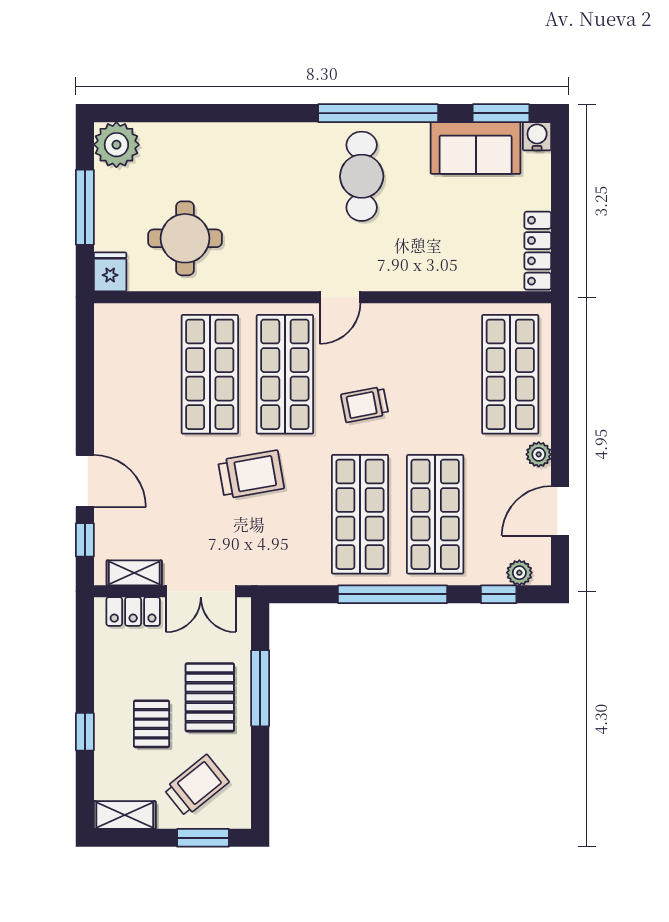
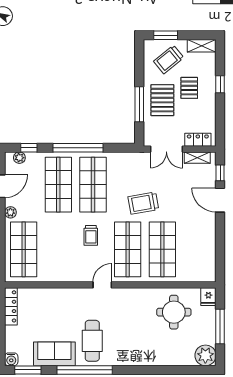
sofa: (476, 148) -> (54, 354), moved
trolley: (365, 404) -> (91, 235), turned 101
double door: (201, 591) -> (166, 149), swing flipped

